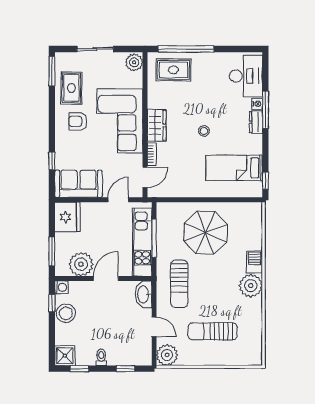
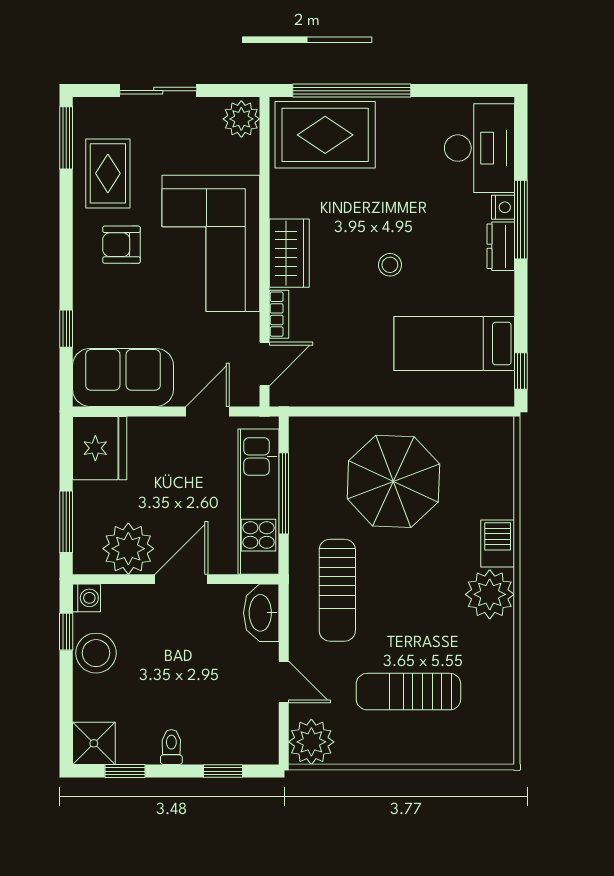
rug: (173, 70) -> (325, 135), width x1.36, depth x1.43

